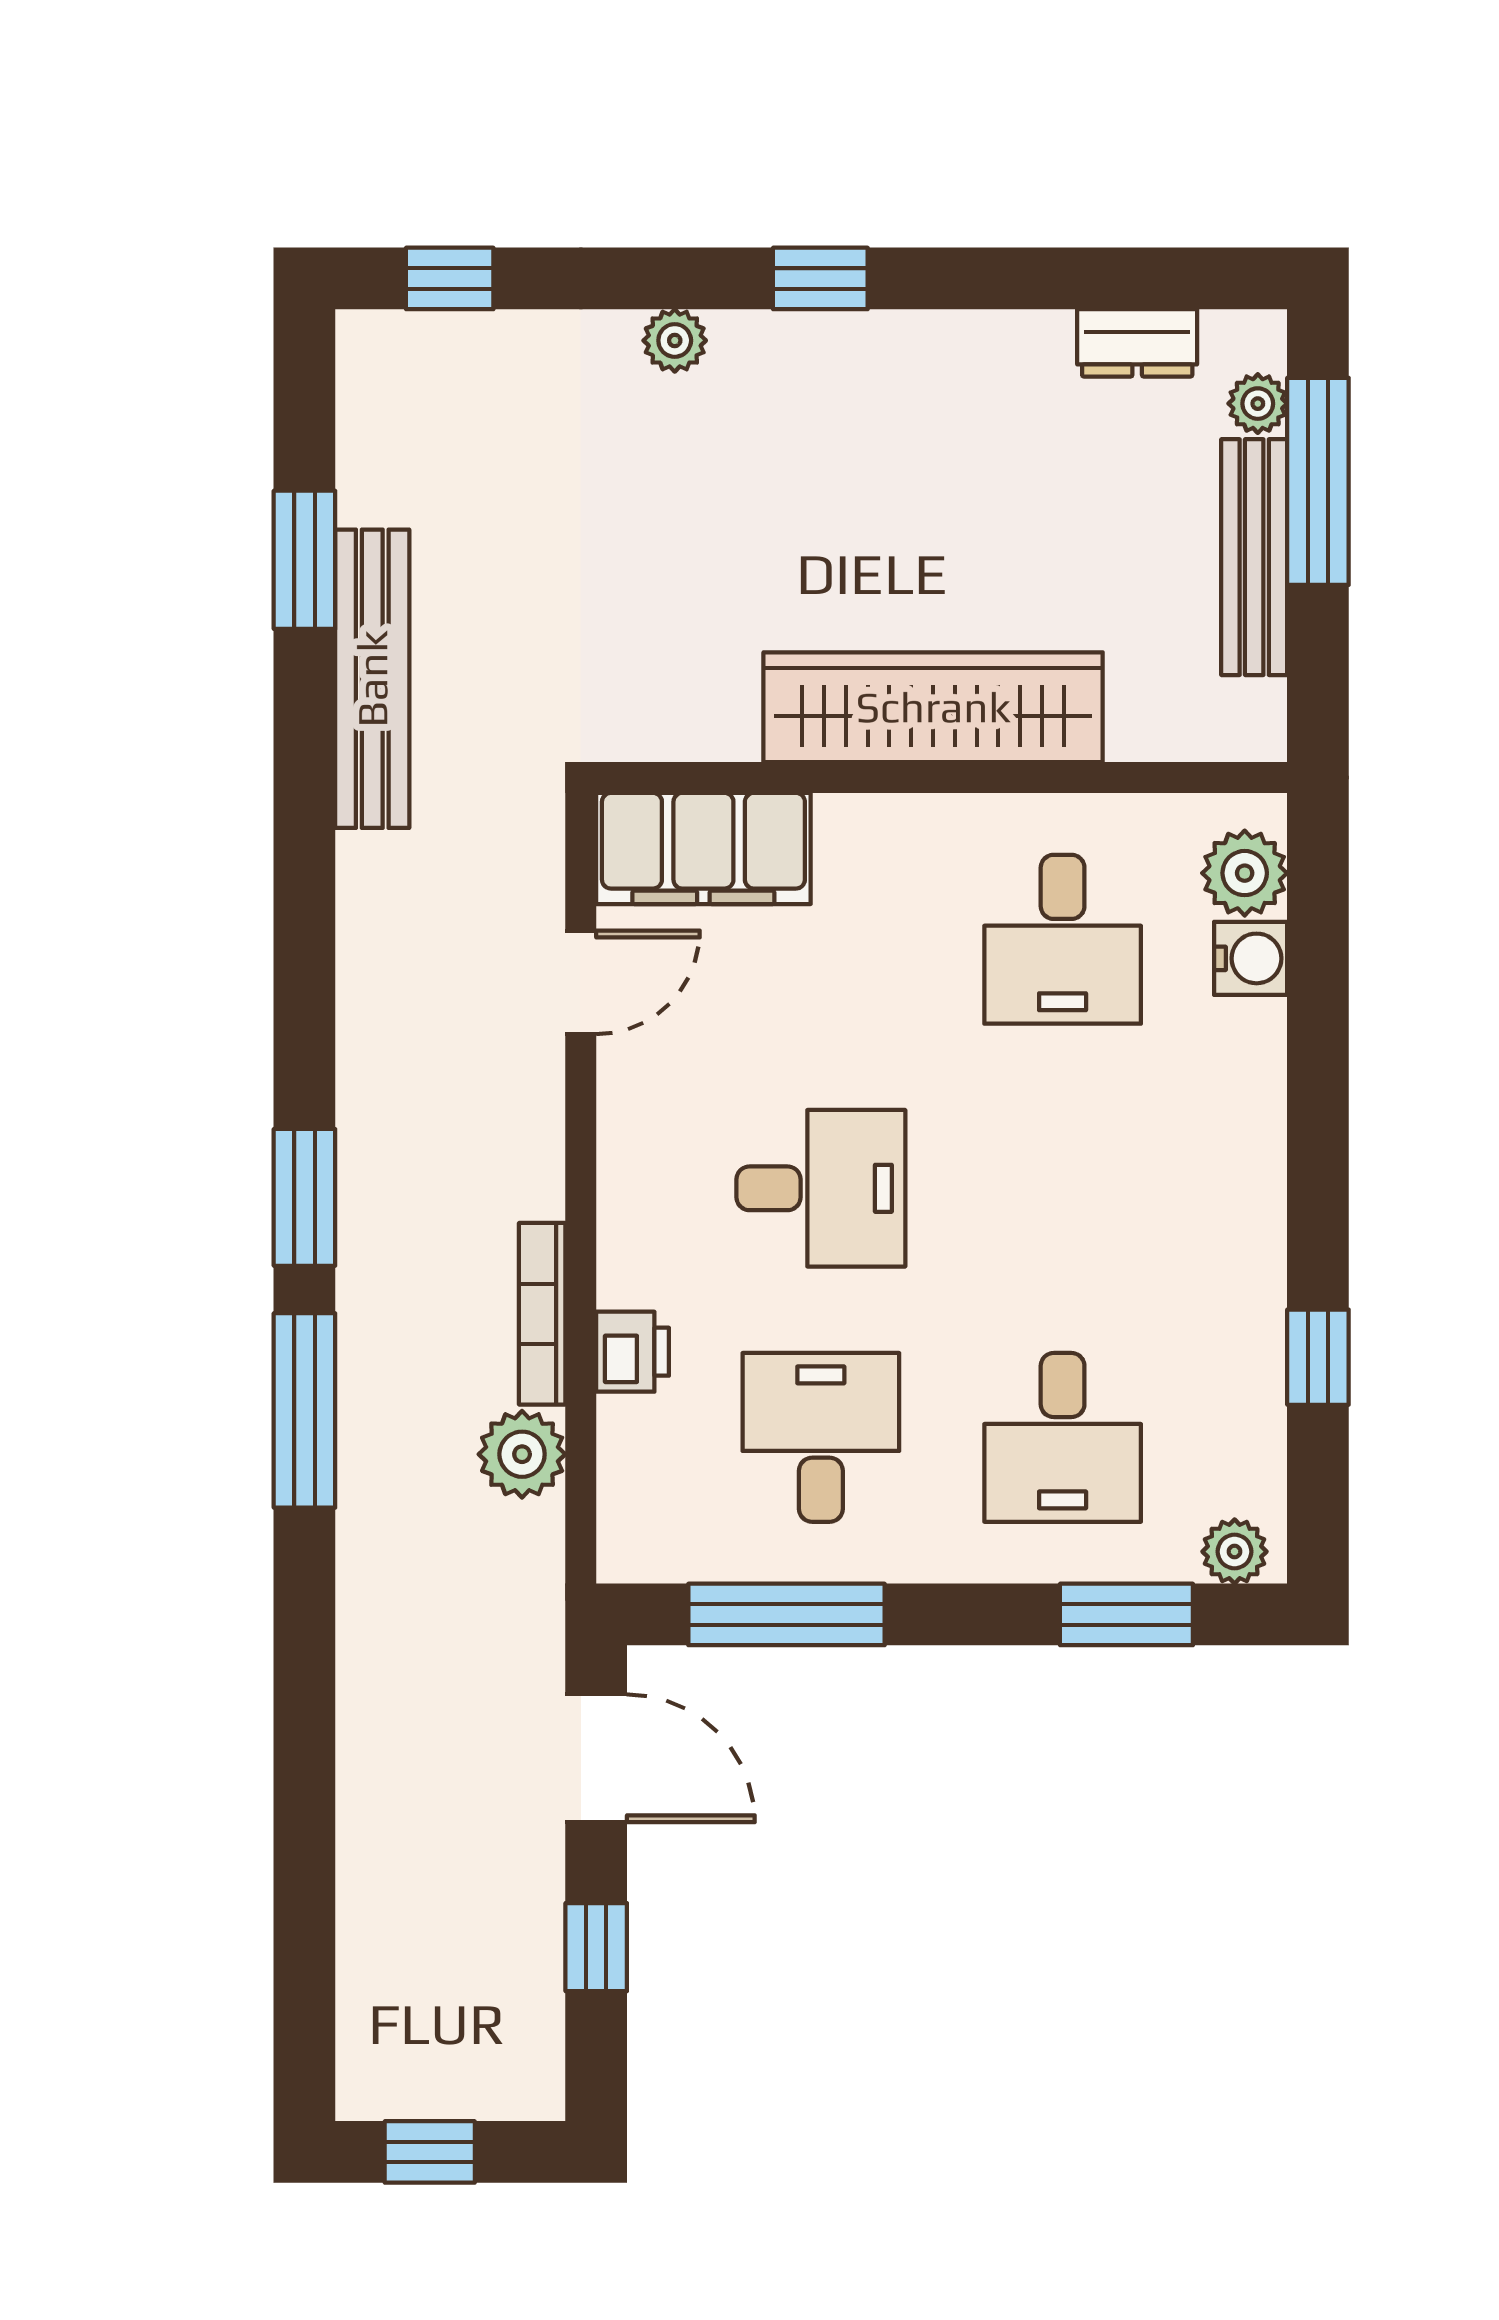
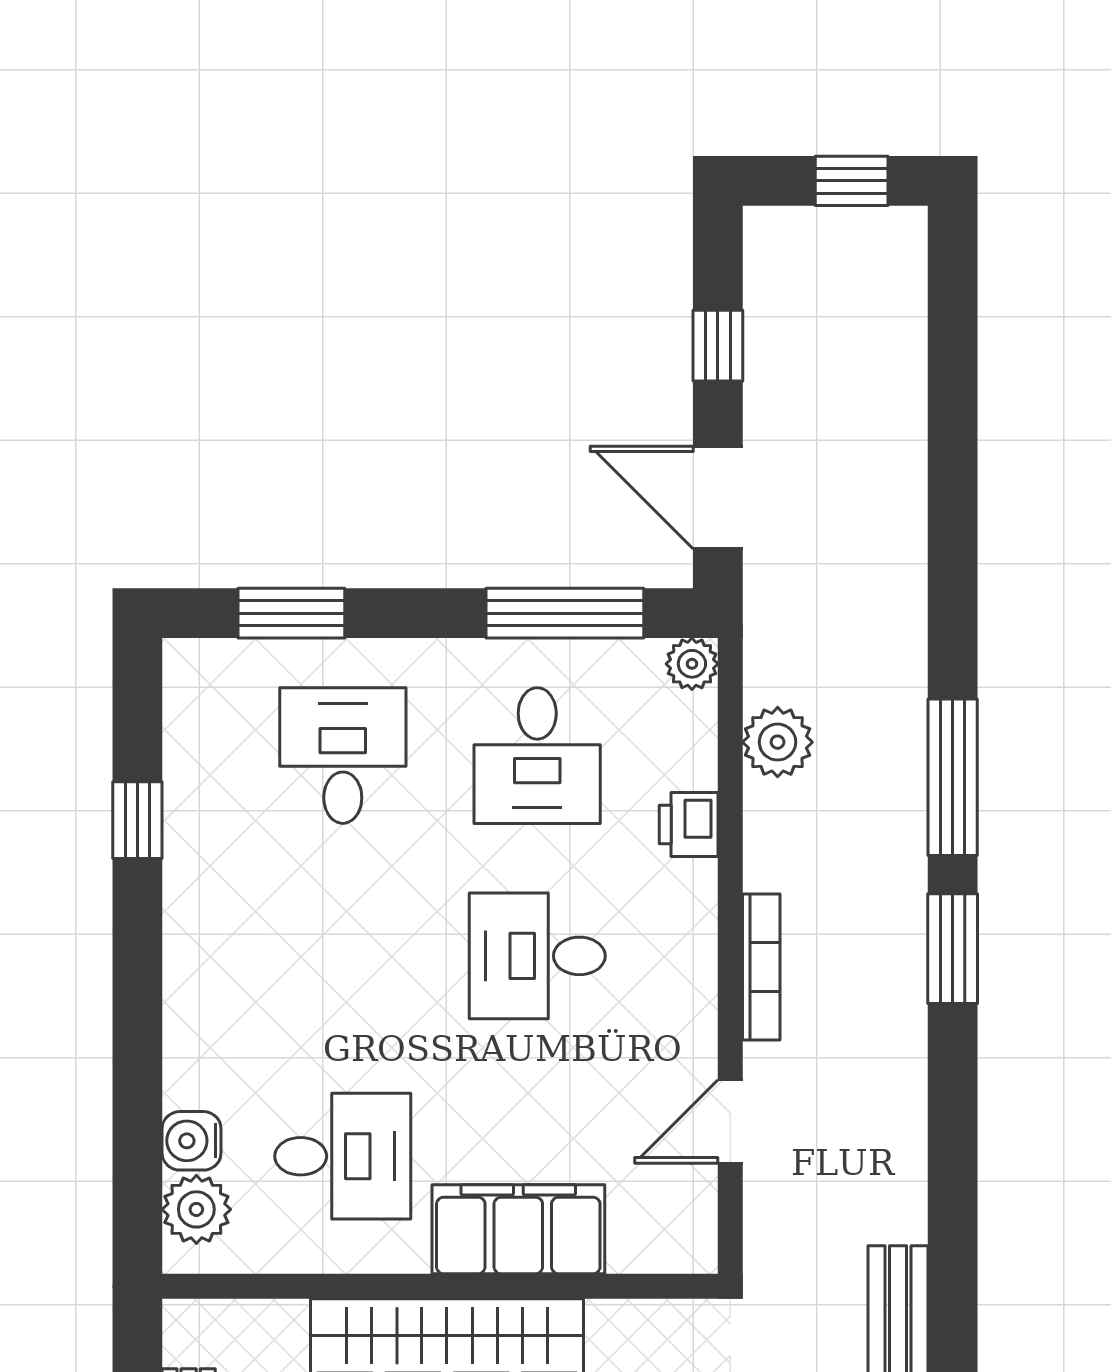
filing cabinet: (703, 848) -> (518, 1229), moved
desk: (1063, 939) -> (343, 1156), turned 90
bookcase: (542, 1314) -> (761, 967), moved
plant: (1235, 1552) -> (692, 664), moved

